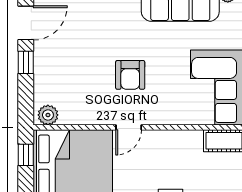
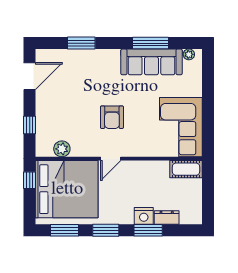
window: (26, 62) -> (30, 125), moved
plant: (48, 115) -> (62, 149), moved

